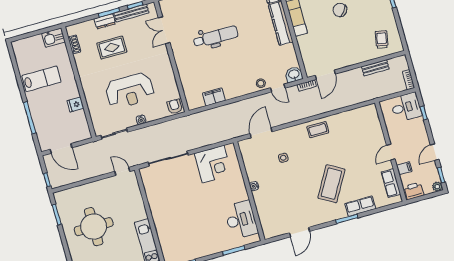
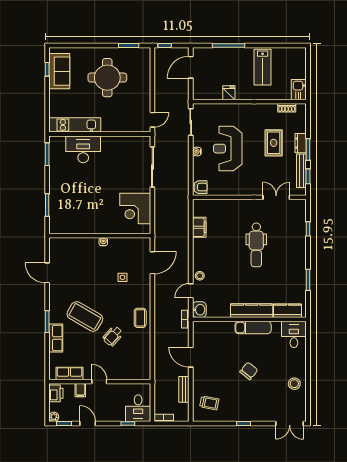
door: (325, 75) -> (191, 357), moved
door: (261, 133) -> (152, 263), hinge flipped
wheelchair: (343, 151) -> (113, 336), added
desk: (241, 220) -> (83, 149), moved, turned 180

